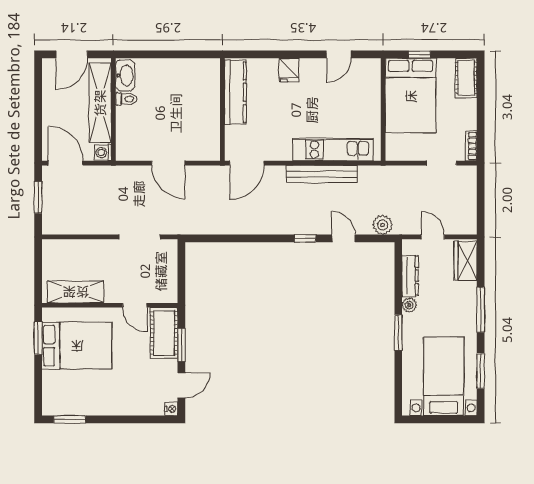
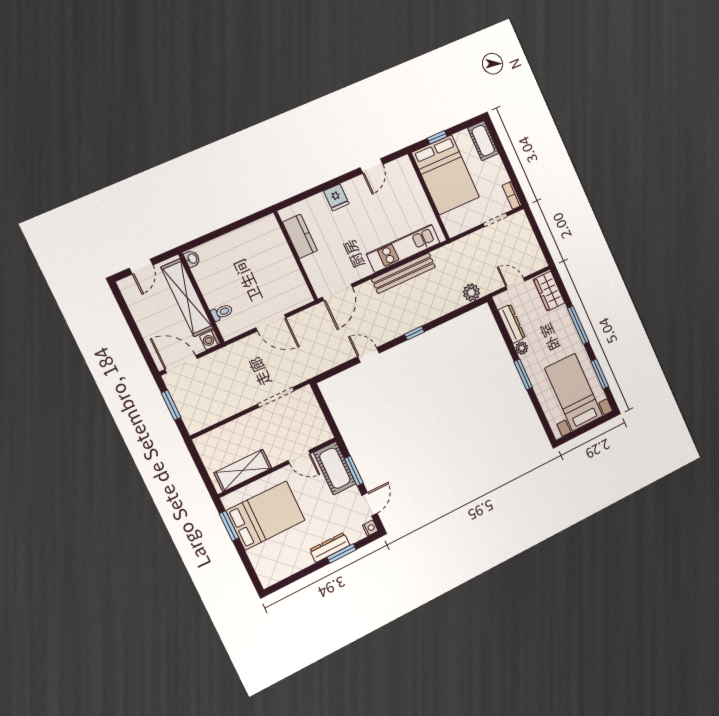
door: (72, 54) -> (141, 267), width x0.73
washbasin: (125, 75) -> (192, 259), width x0.52, depth x0.69
kitchen counter: (235, 92) -> (300, 236), width x0.67
toilet: (126, 99) -> (222, 312), moved
door: (343, 238) -> (368, 355), moved
dresser: (123, 408) -> (330, 547), added
window: (70, 419) -> (342, 553), moved

